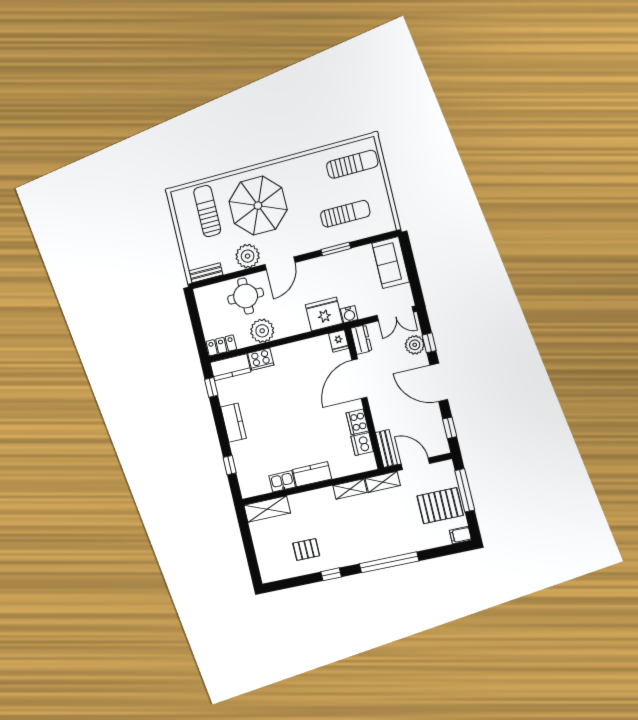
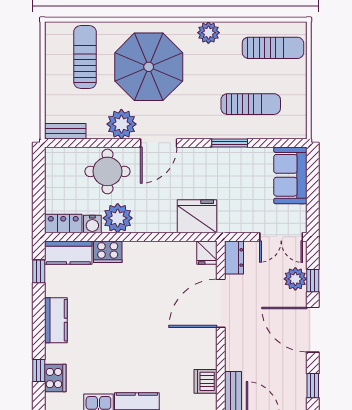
plant: (298, 166) -> (208, 33), added
water cooler: (349, 314) -> (92, 224), moved
cooker: (357, 422) -> (55, 378), moved, turned 180

